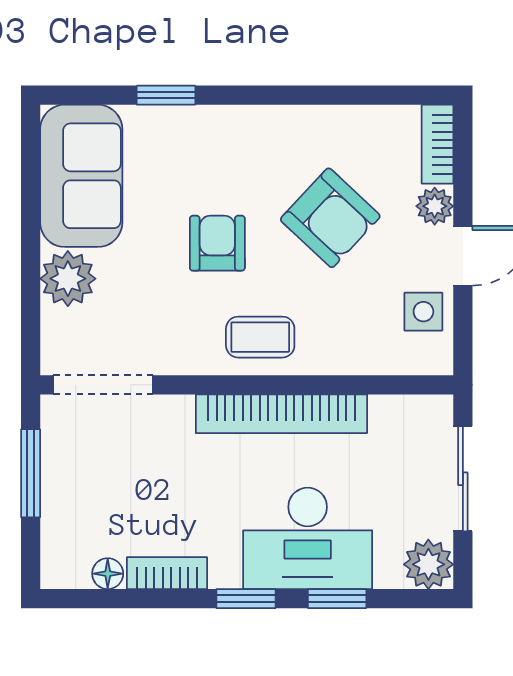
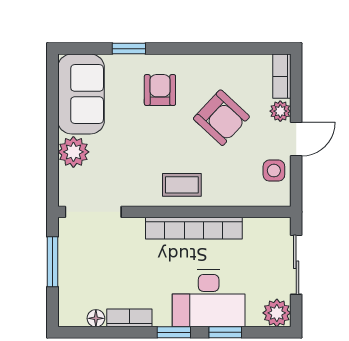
armchair: (217, 243) -> (160, 90), moved

